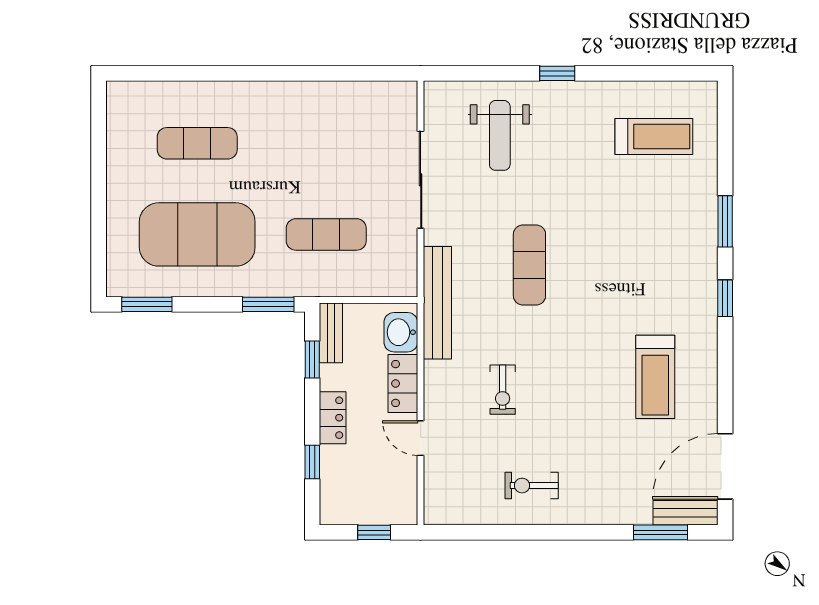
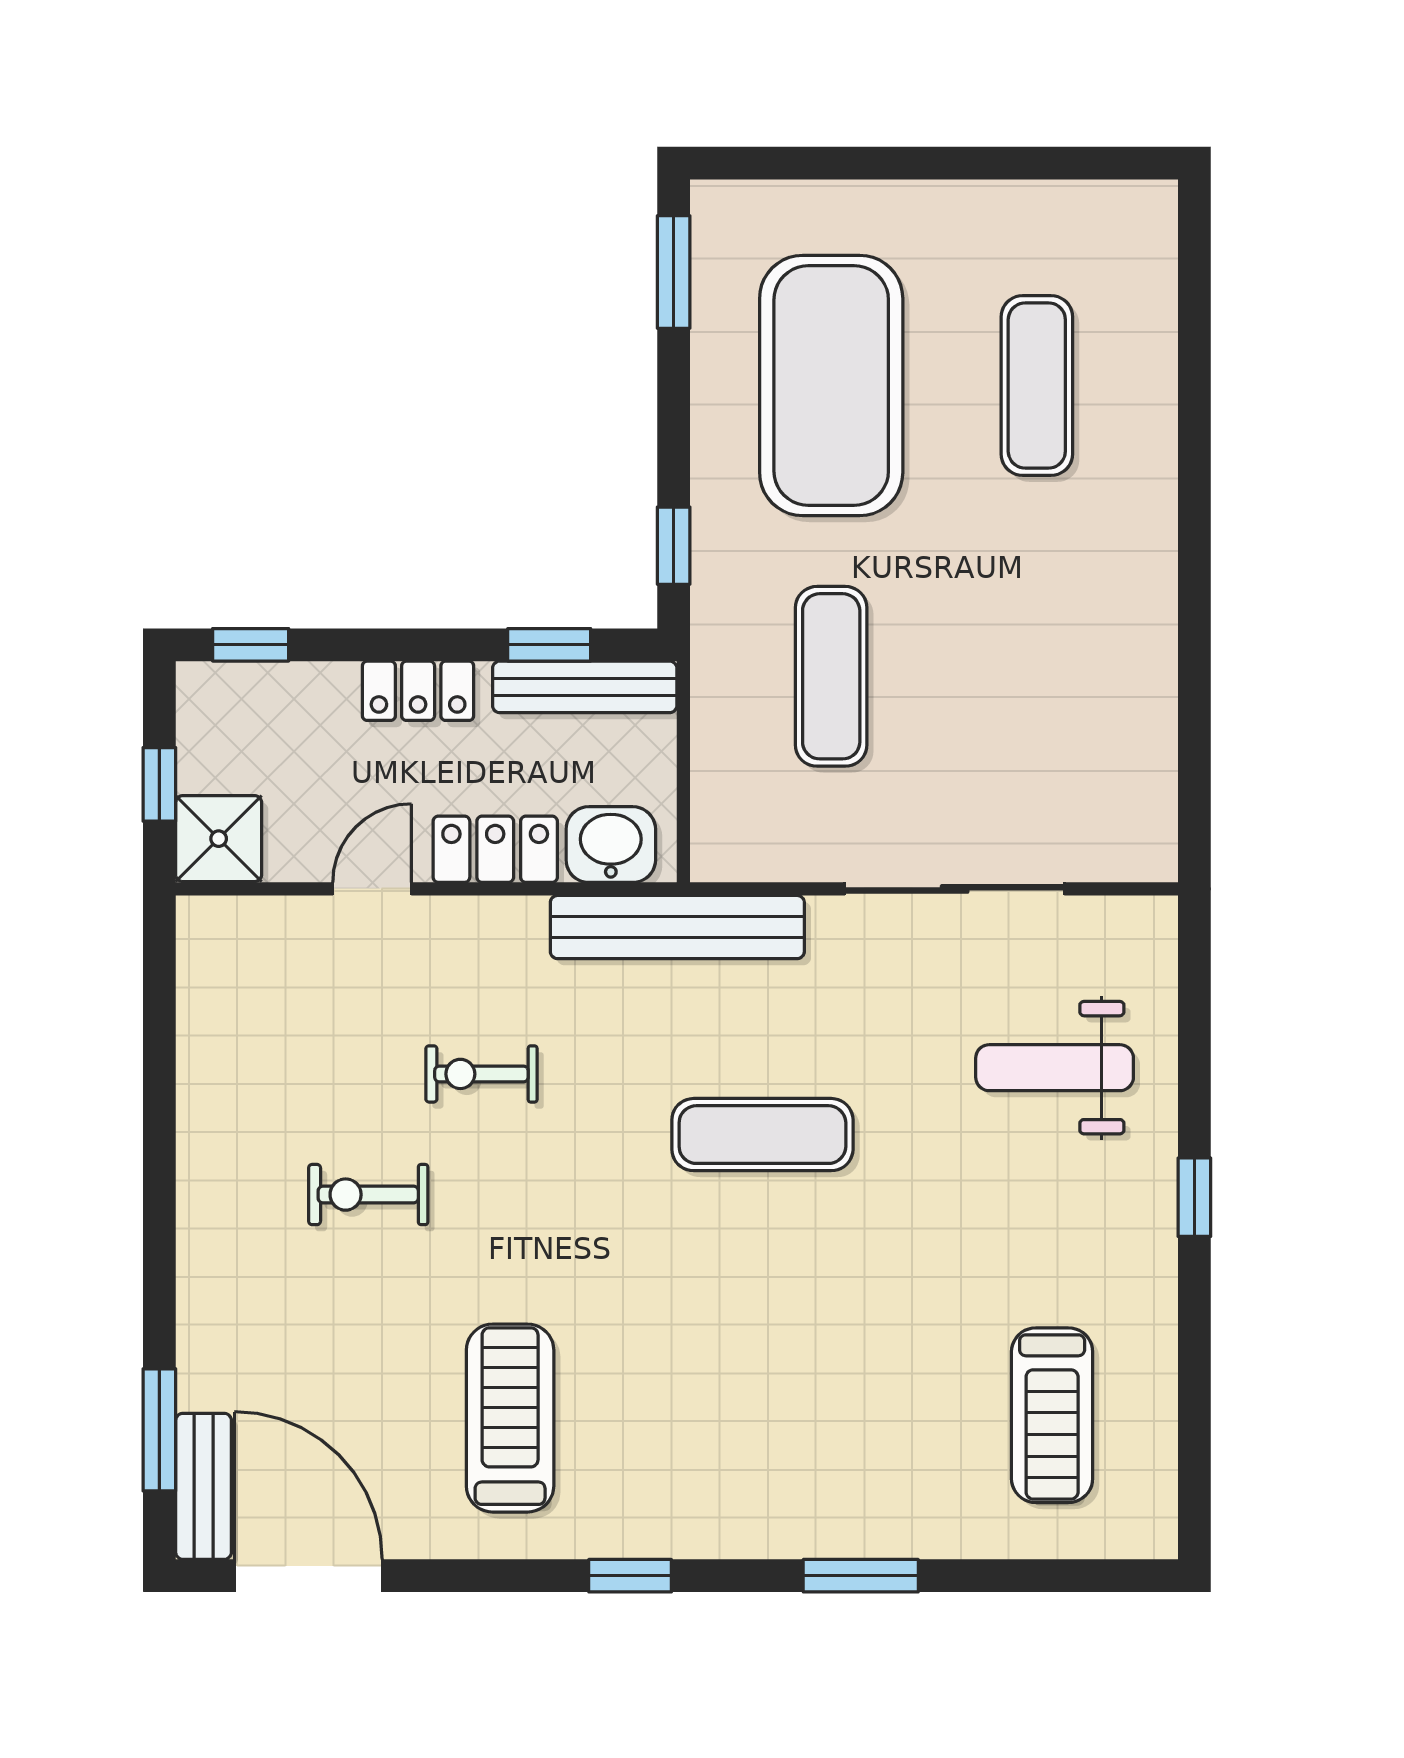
window: (725, 298) -> (630, 1576), moved
window: (268, 304) -> (674, 546), width x0.67
bench: (331, 333) -> (585, 687), width x1.36
treadmill: (655, 377) -> (510, 1418), turned 90
window: (312, 462) -> (251, 645), moved
exercise bike: (532, 486) -> (368, 1195), moved, turned -90
shower: (398, 506) -> (219, 839), added

